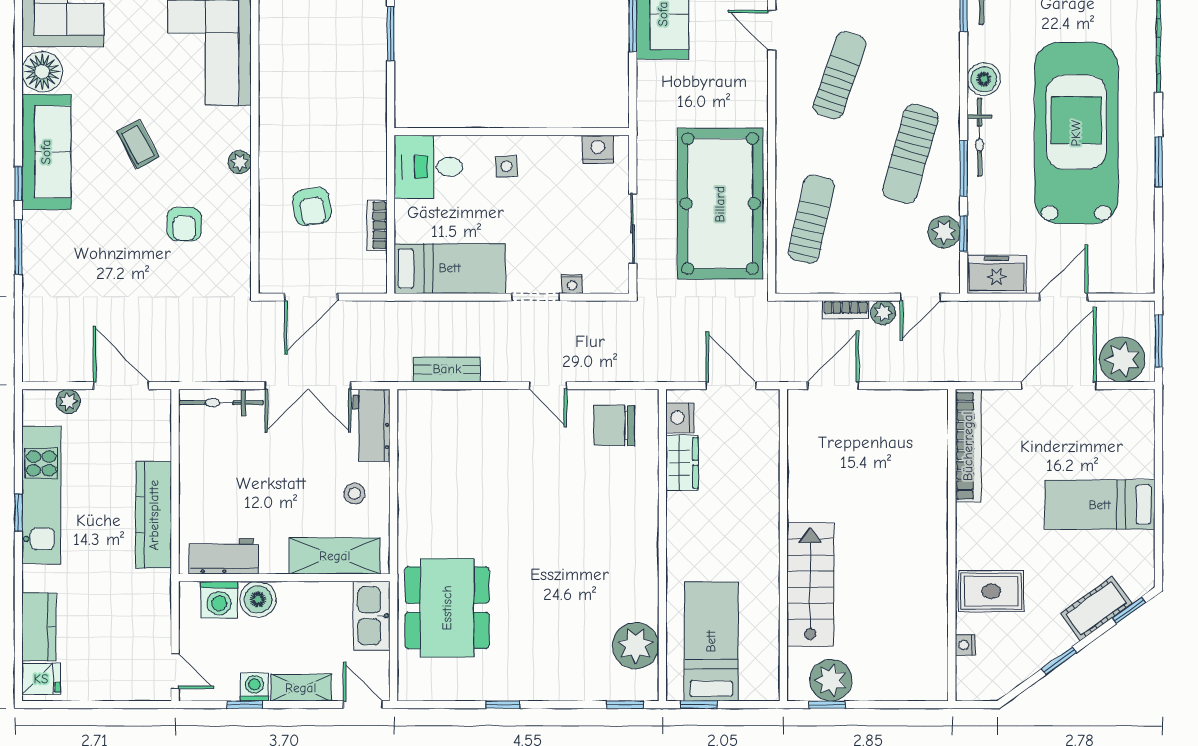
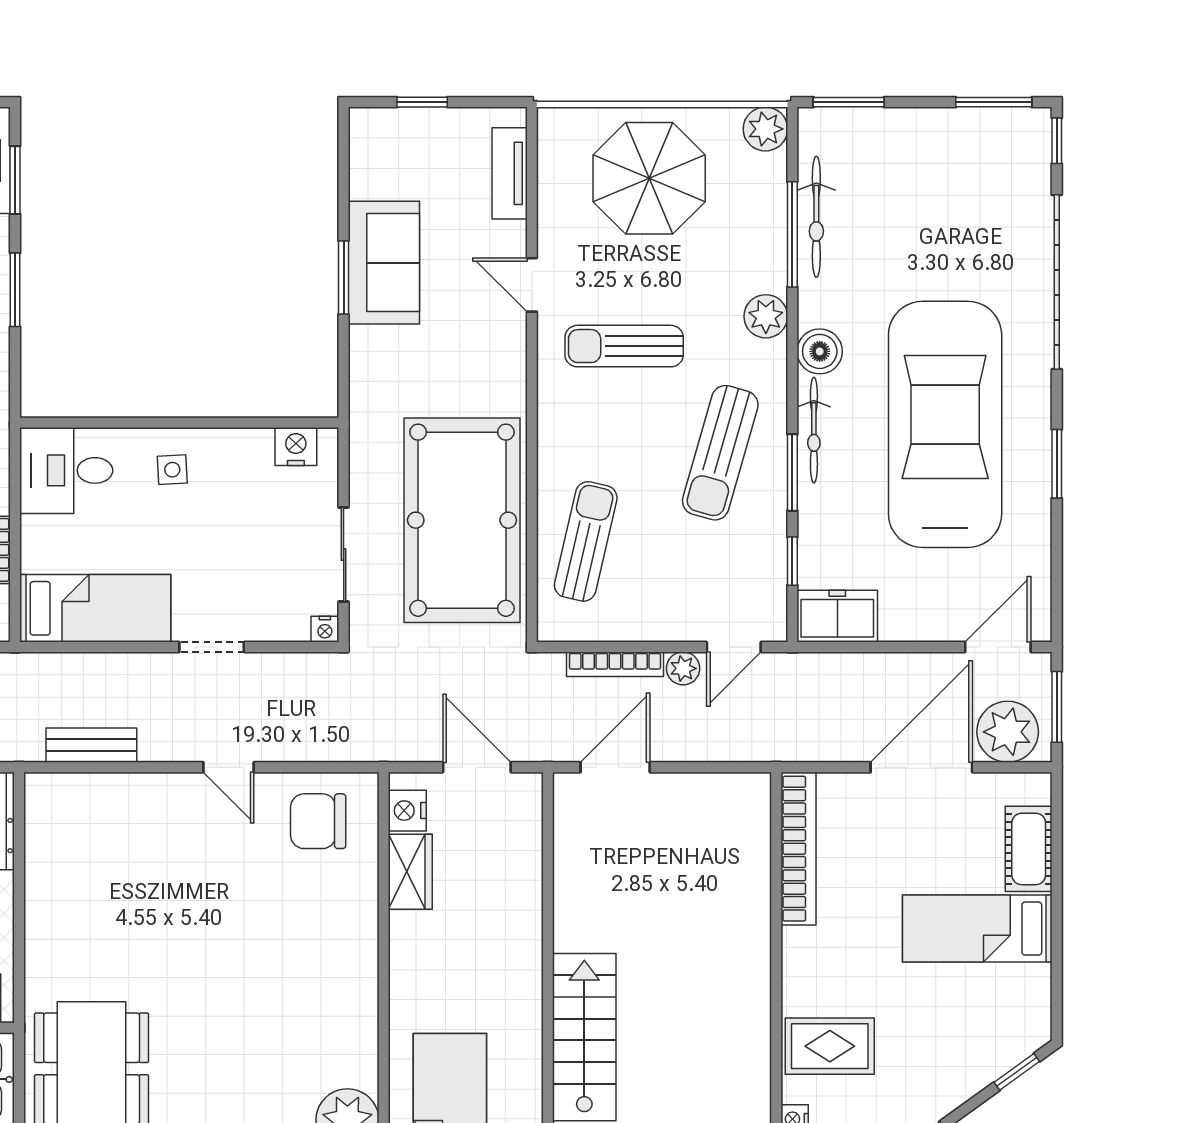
sun lounger: (840, 75) -> (624, 346), turned -109
plant: (944, 232) -> (766, 316), moved
nightstand: (572, 284) -> (325, 629), moved
door: (1064, 297) -> (998, 647), moved
bookcase: (846, 310) -> (615, 664), width x1.56
cot: (1096, 608) -> (1029, 849), moved, turned -54

